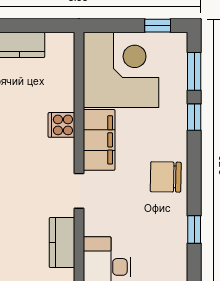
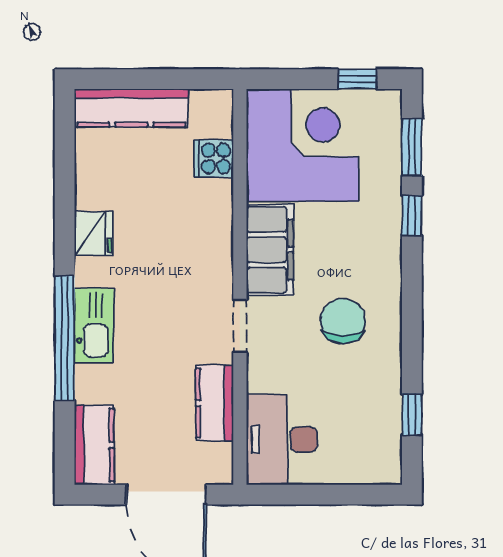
cooker: (61, 125) -> (214, 158), moved
chair: (166, 177) -> (343, 321), moved, turned 89
window: (194, 230) -> (412, 414), moved

